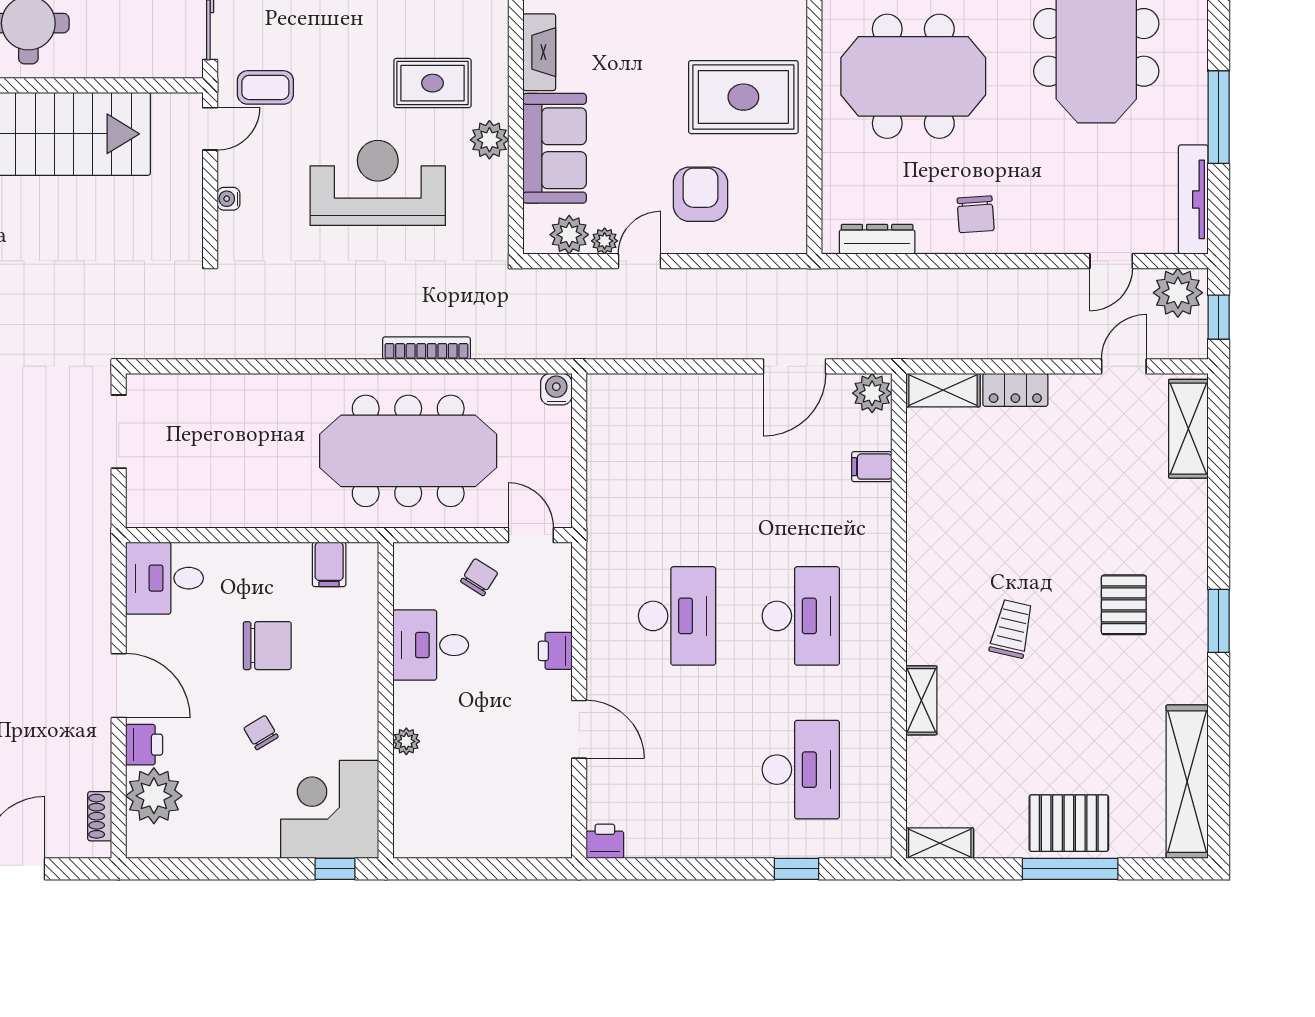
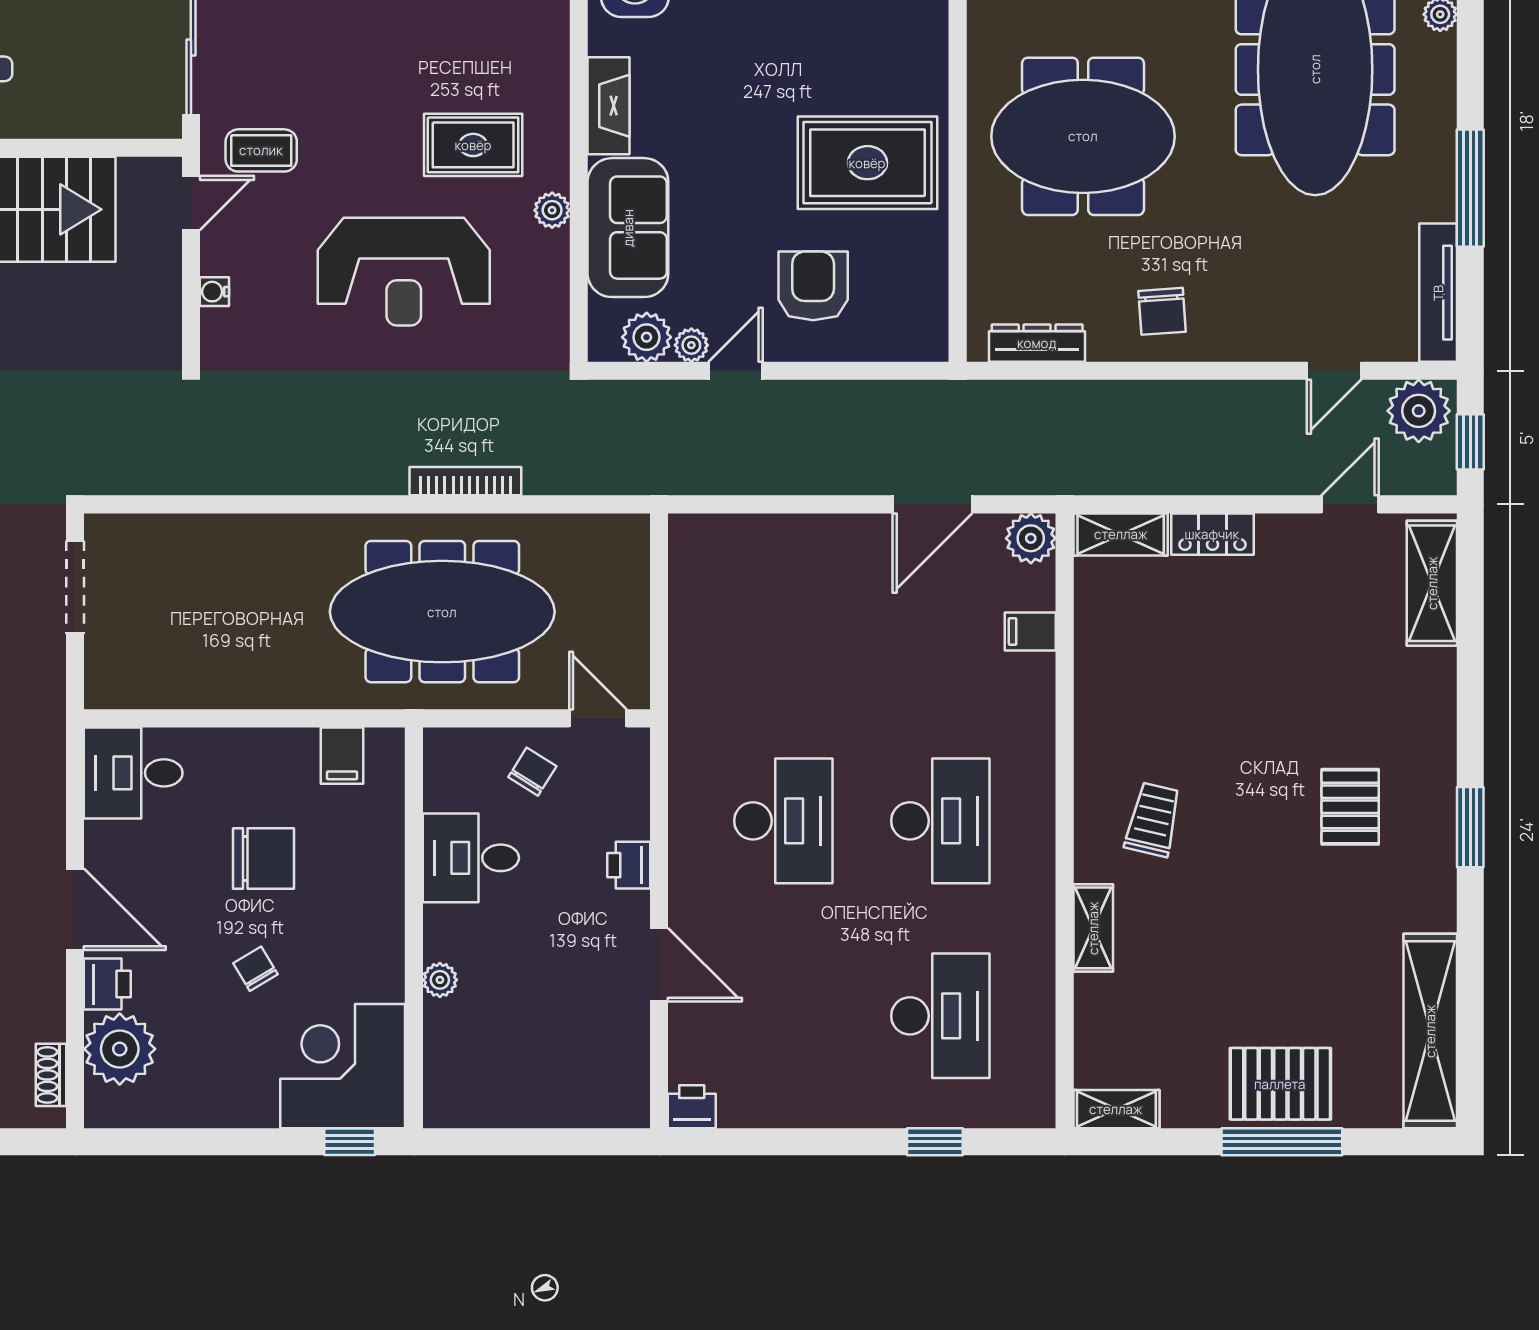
plant: (489, 140) -> (552, 210), width x0.73, depth x0.73
reception desk: (378, 183) -> (404, 272), turned 180
water cooler: (556, 389) -> (630, 533), removed
trolley: (1012, 629) -> (1153, 820), moved

